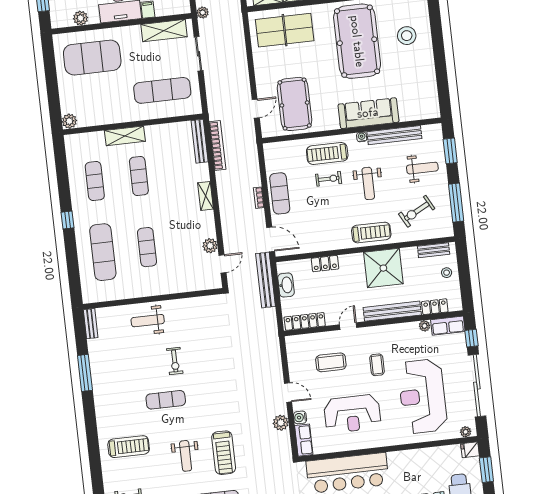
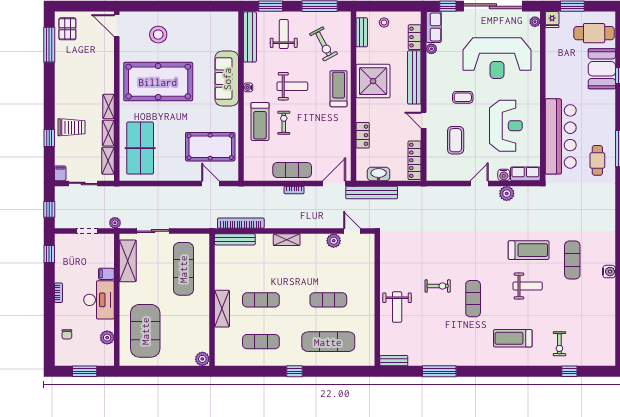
bench: (394, 135) -> (250, 37), moved
treadmill: (129, 447) -> (513, 338), turned -90

